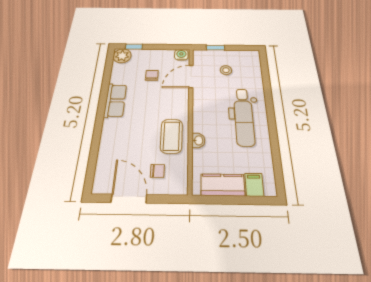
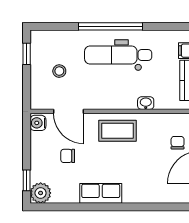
window: (215, 48) -> (27, 54), moved
window: (270, 110) -> (111, 26), added
dental chair: (244, 116) -> (118, 55), turned 180
coffee table: (171, 136) -> (118, 131), moved

